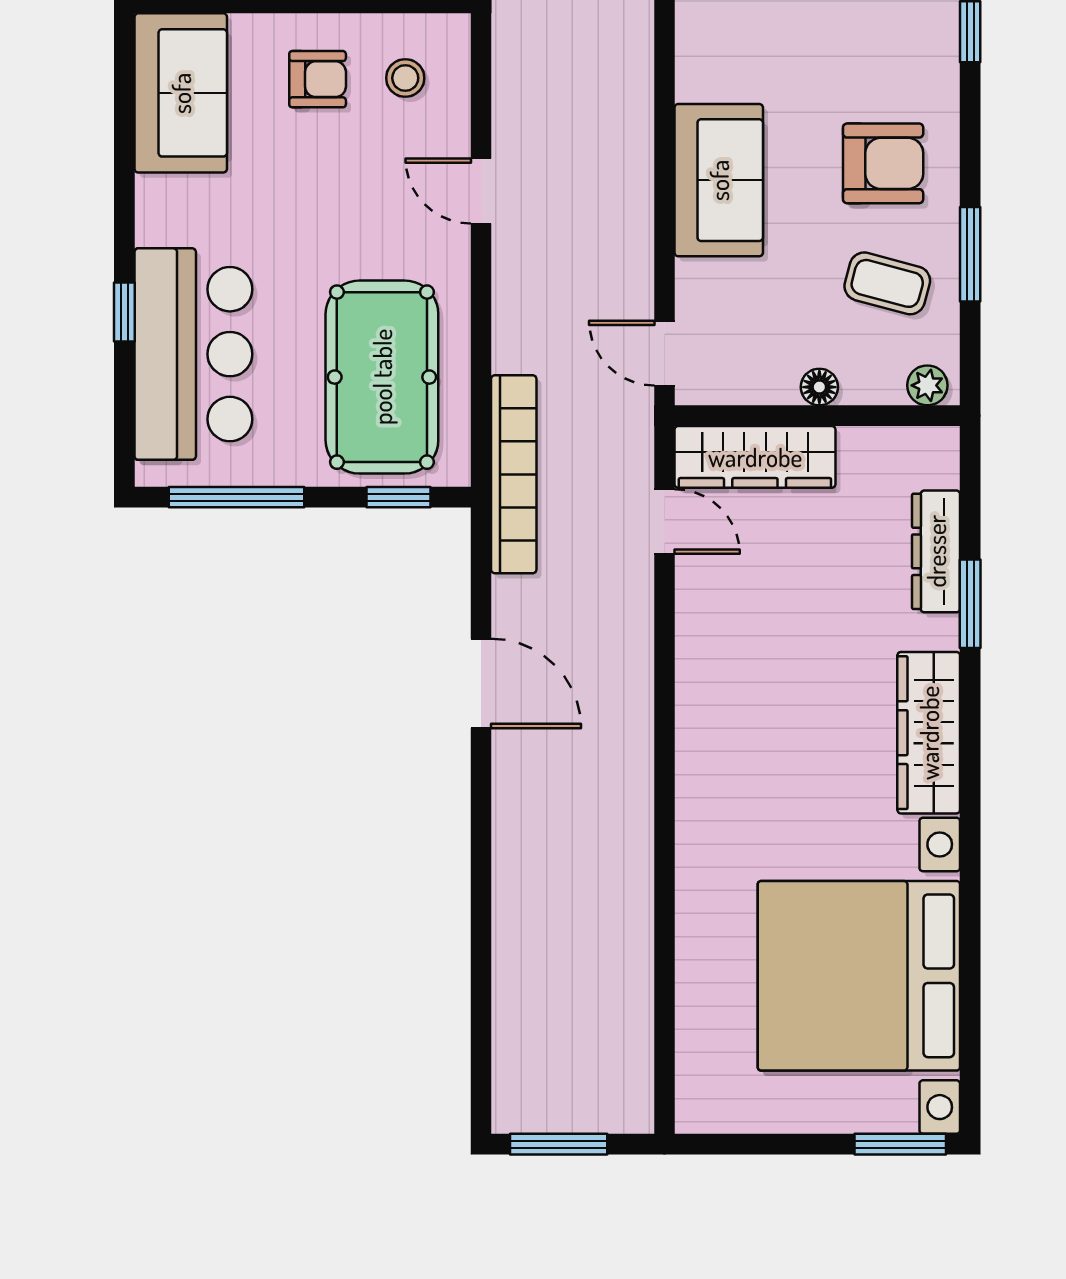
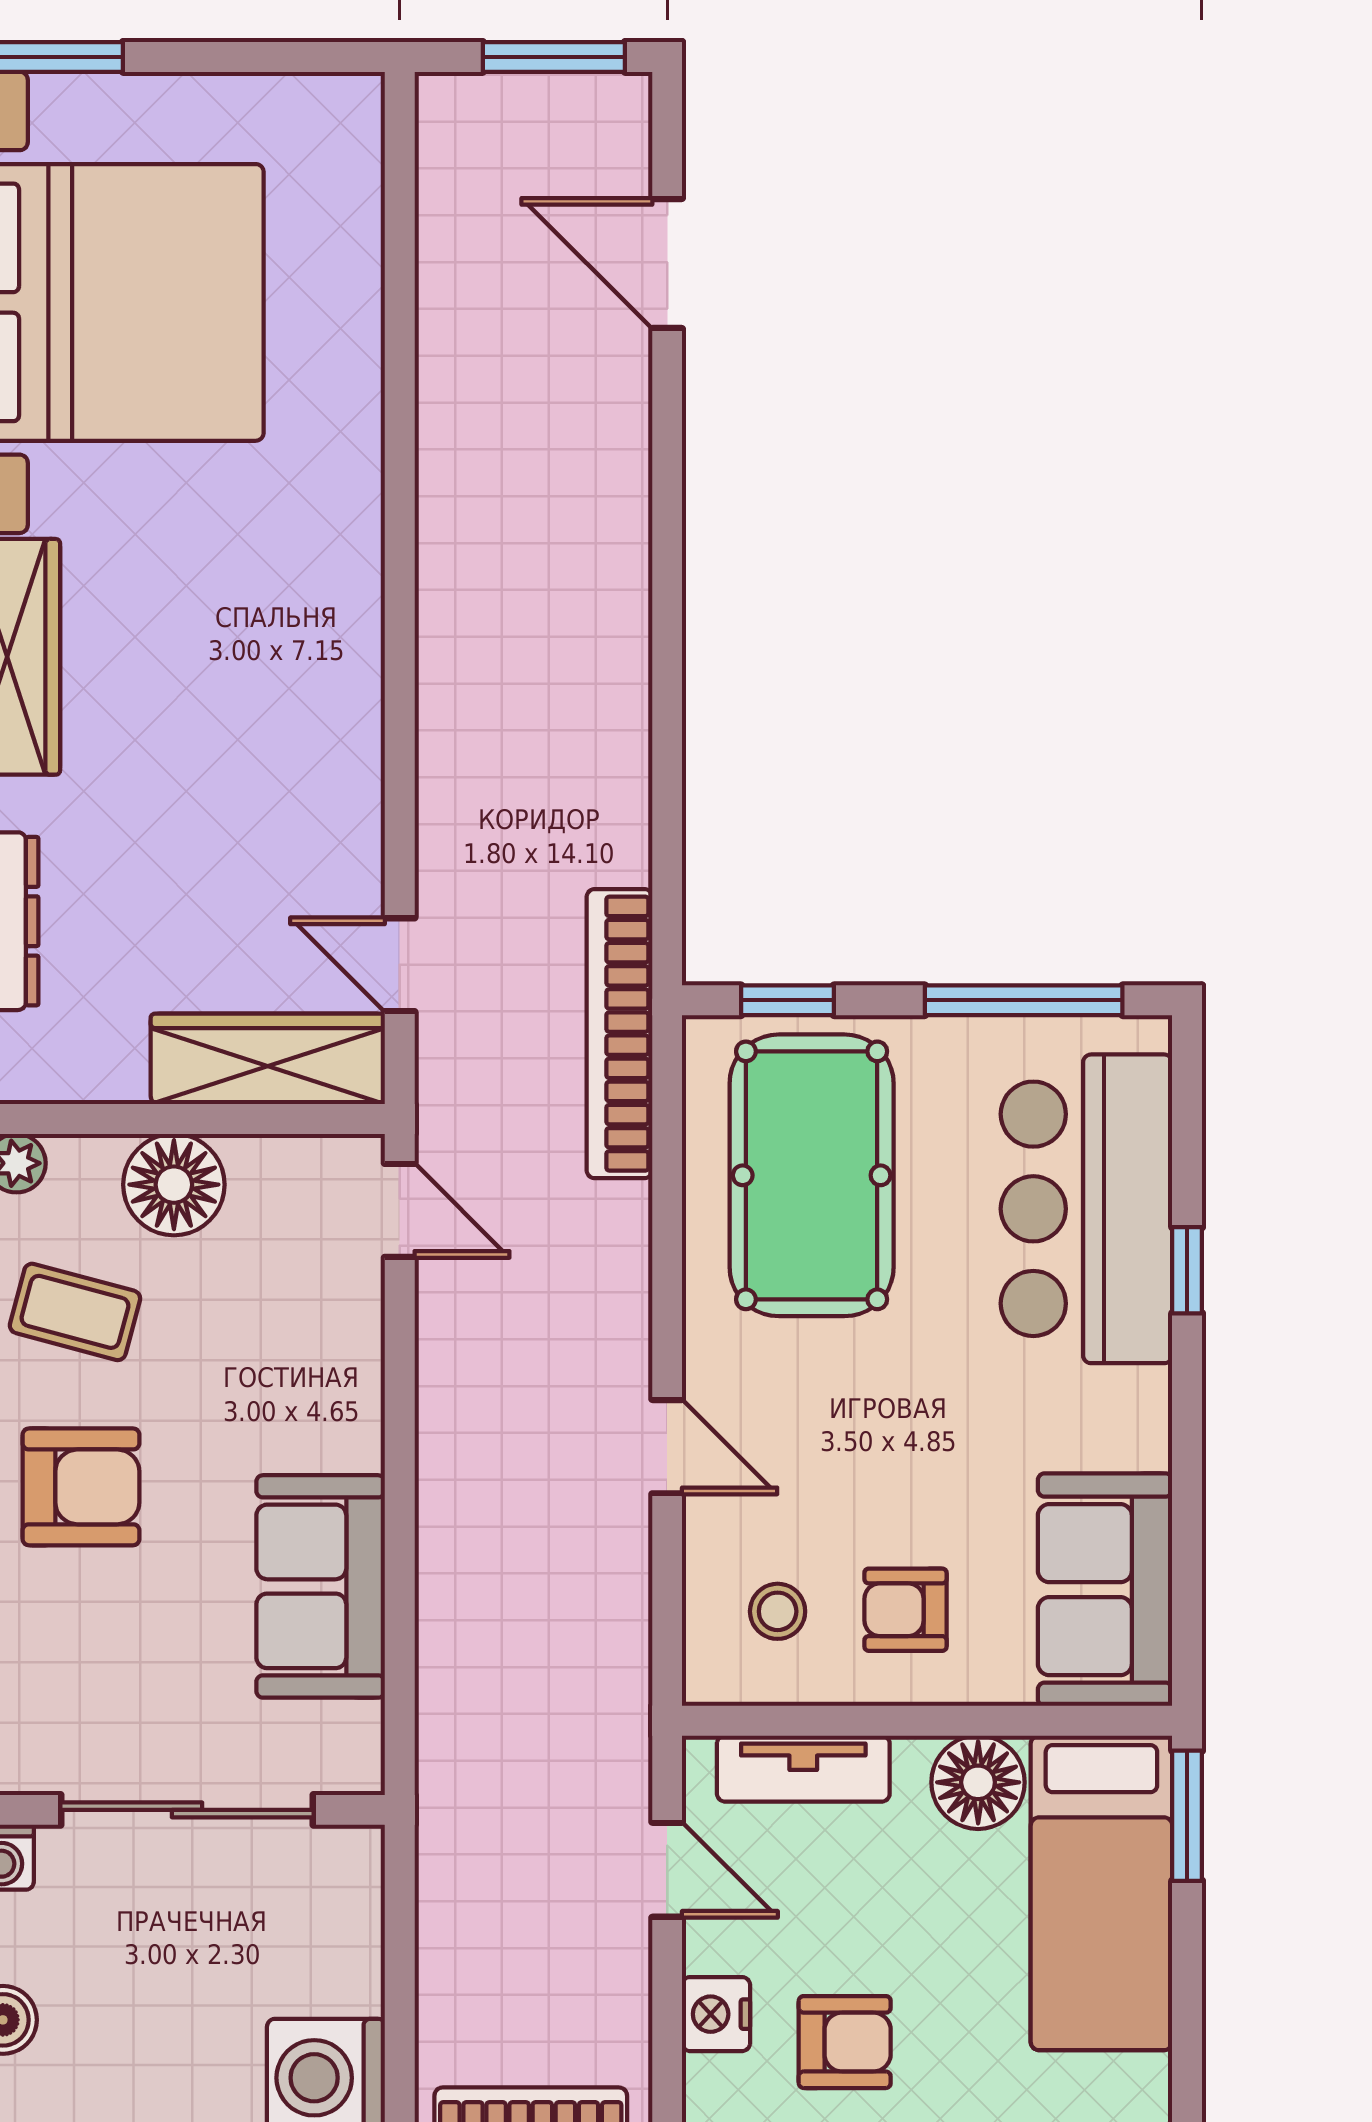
armchair: (883, 163) -> (81, 1487), turned 180
sofa: (719, 180) -> (321, 1586), moved
floor lamp: (819, 387) -> (174, 1185), width x1.89, depth x1.89
door: (481, 683) -> (667, 263), moved

